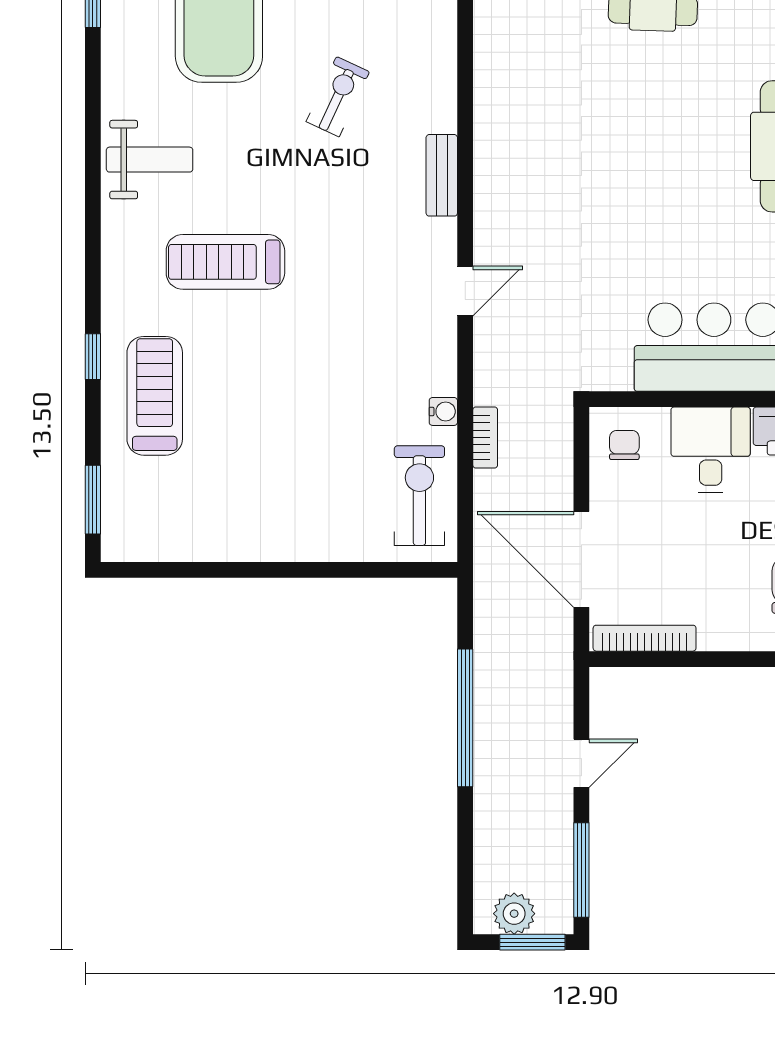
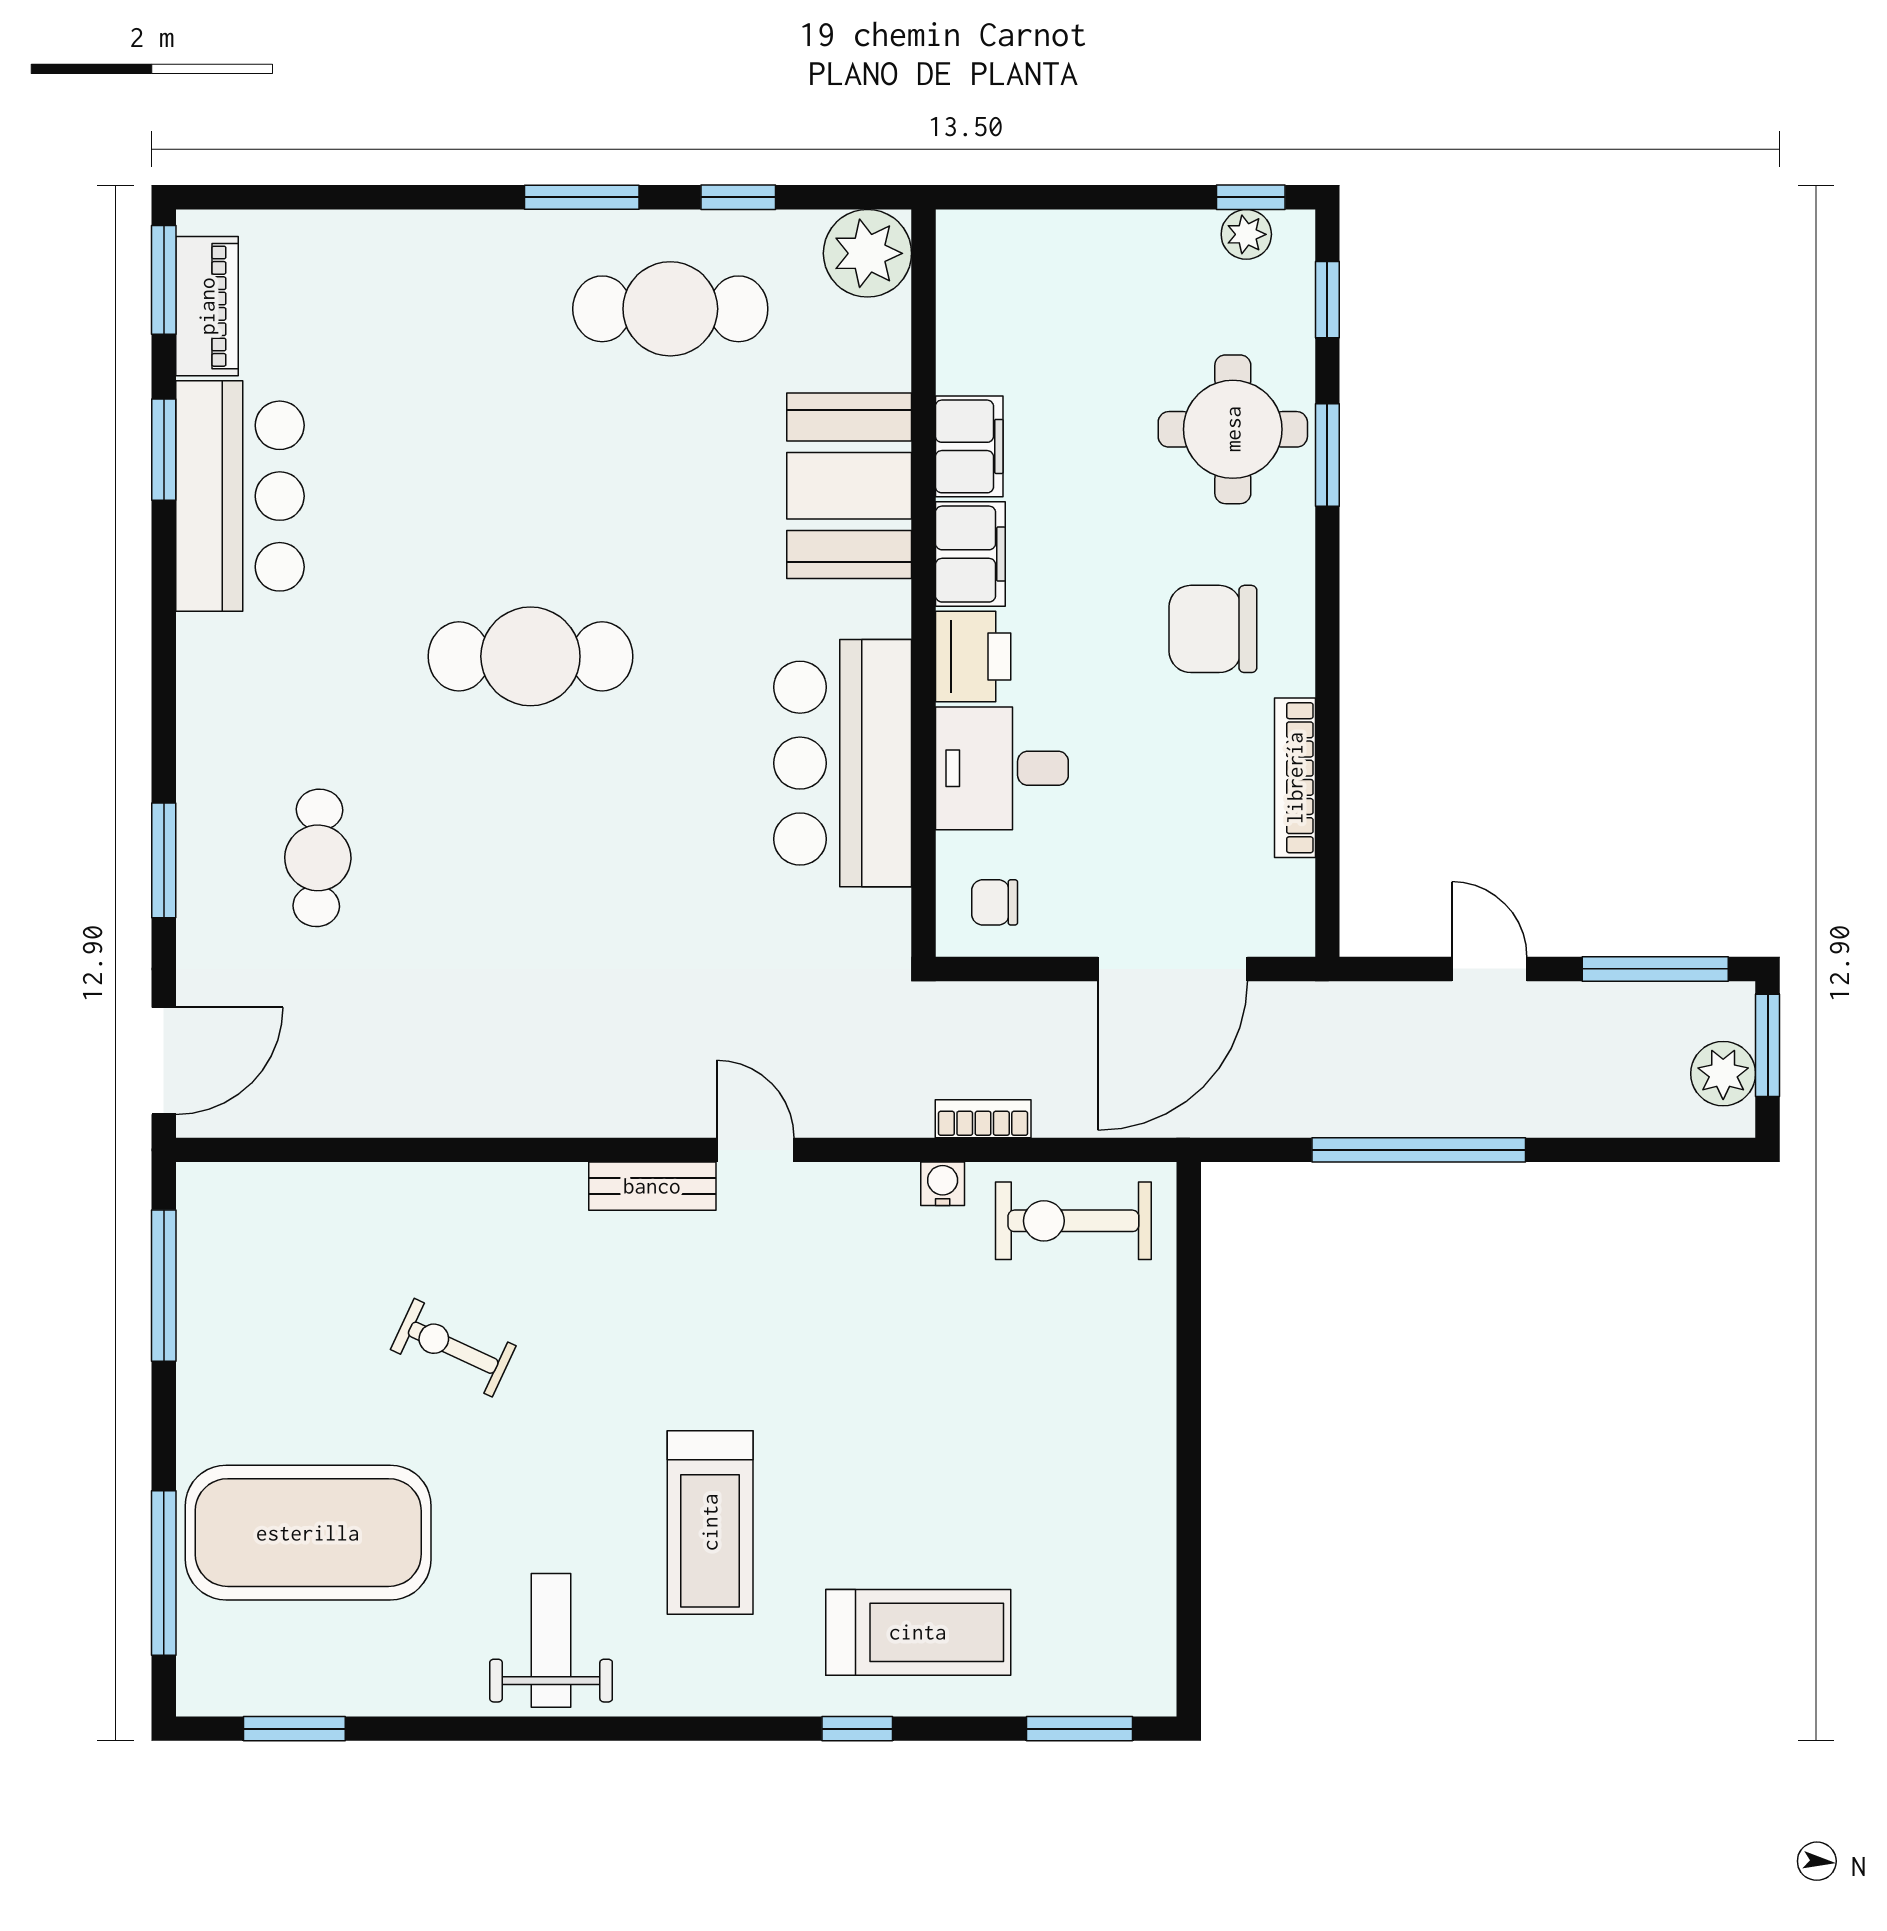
bench: (442, 175) -> (652, 1186), moved
treadmill: (155, 396) -> (918, 1632), turned 180
bookcase: (645, 638) -> (1295, 778), moved

